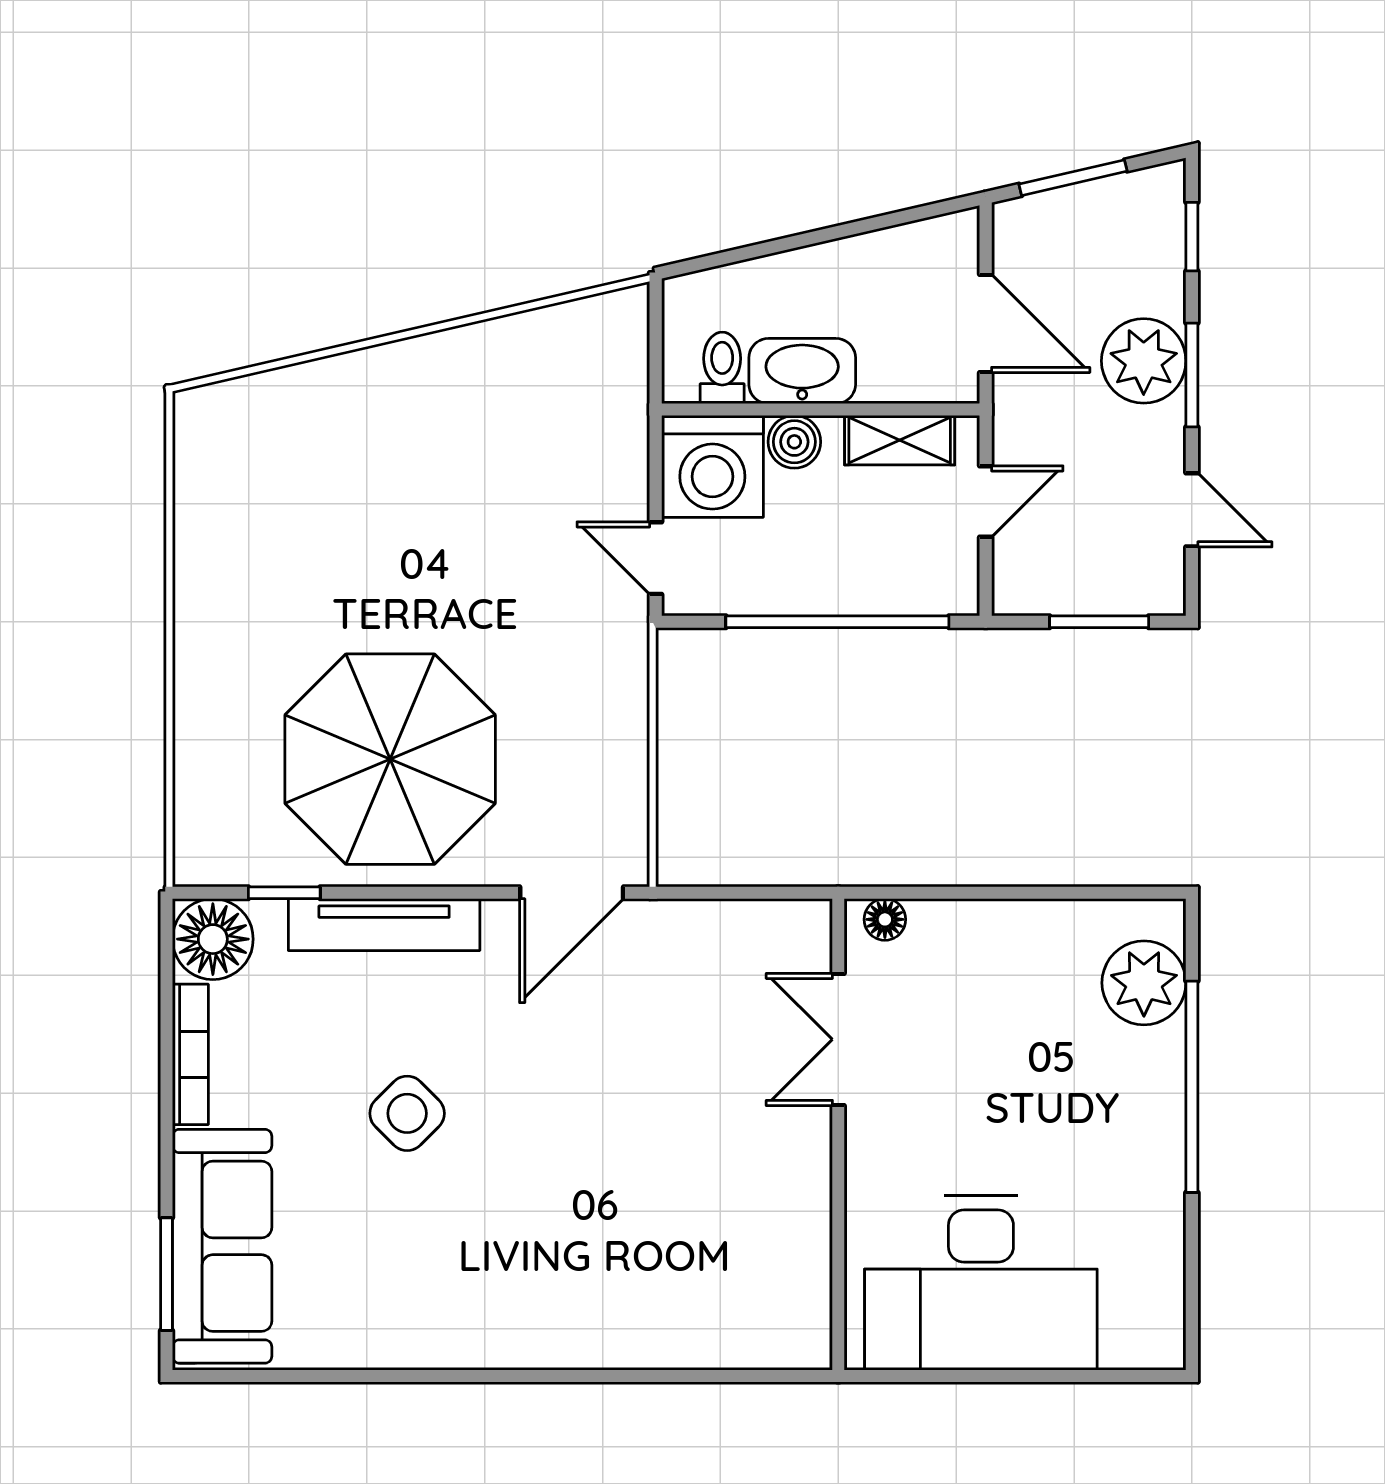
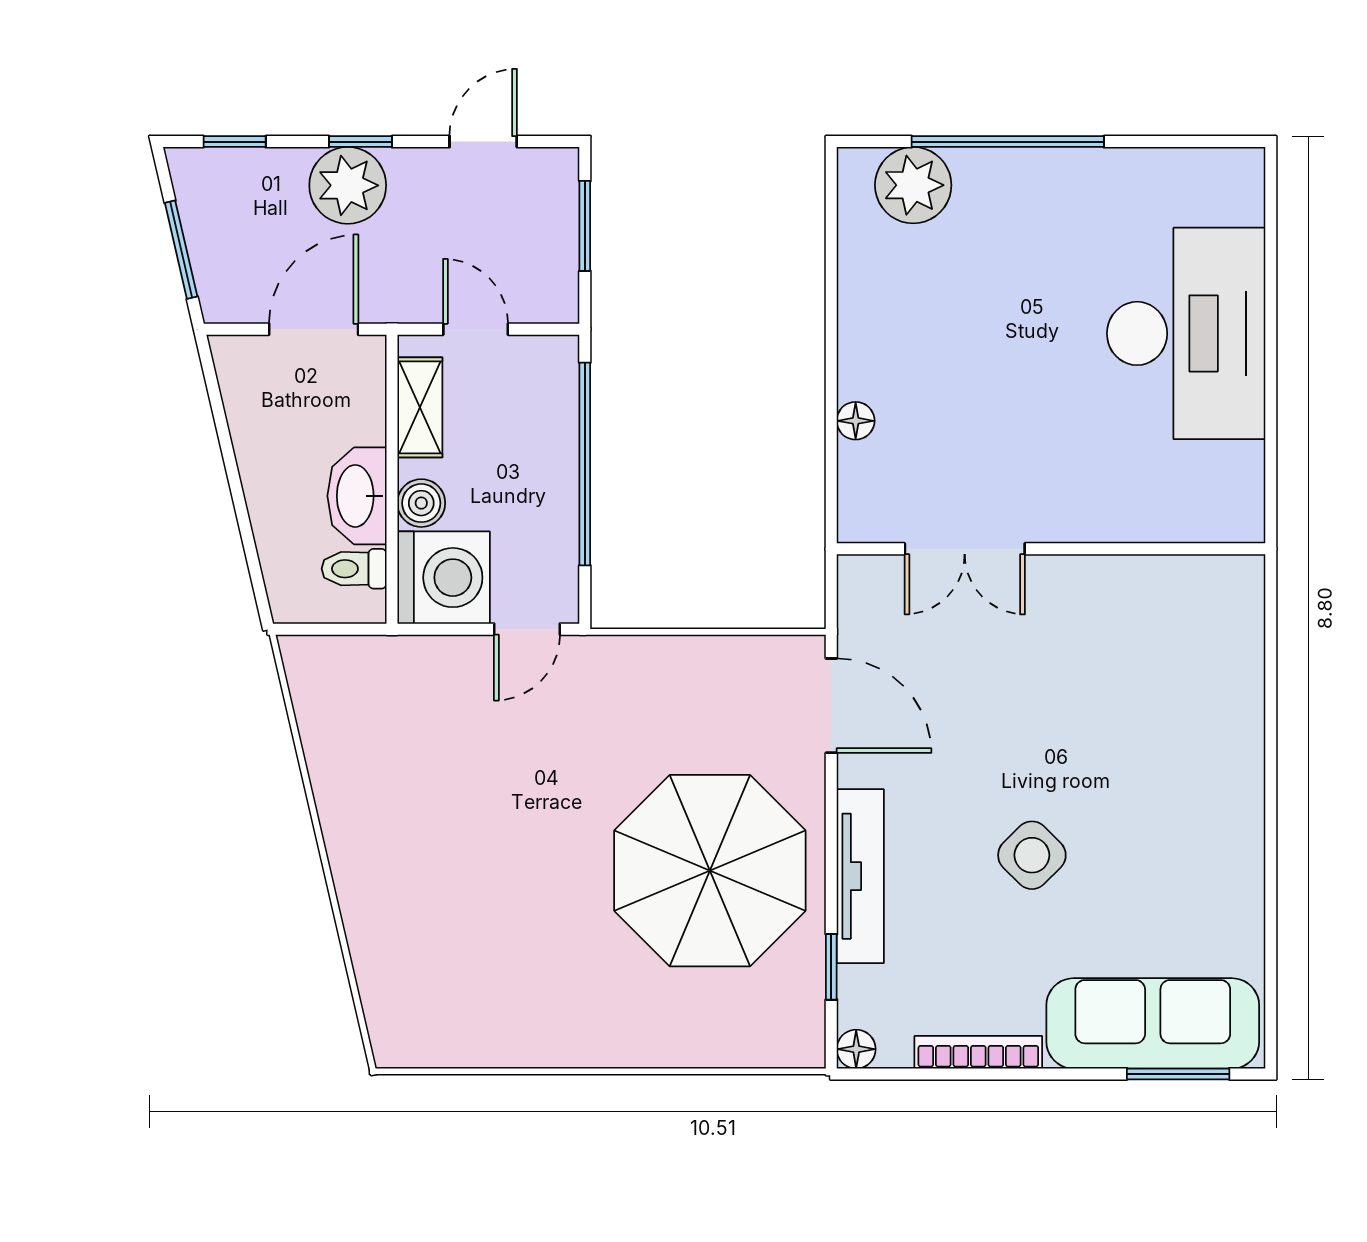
window: (1192, 375) -> (361, 142), width x0.67
floor lamp: (213, 939) -> (856, 1049), width x0.53, depth x0.53
double door: (838, 1039) -> (965, 549), moved
wall: (838, 1134) -> (1051, 549), moved

